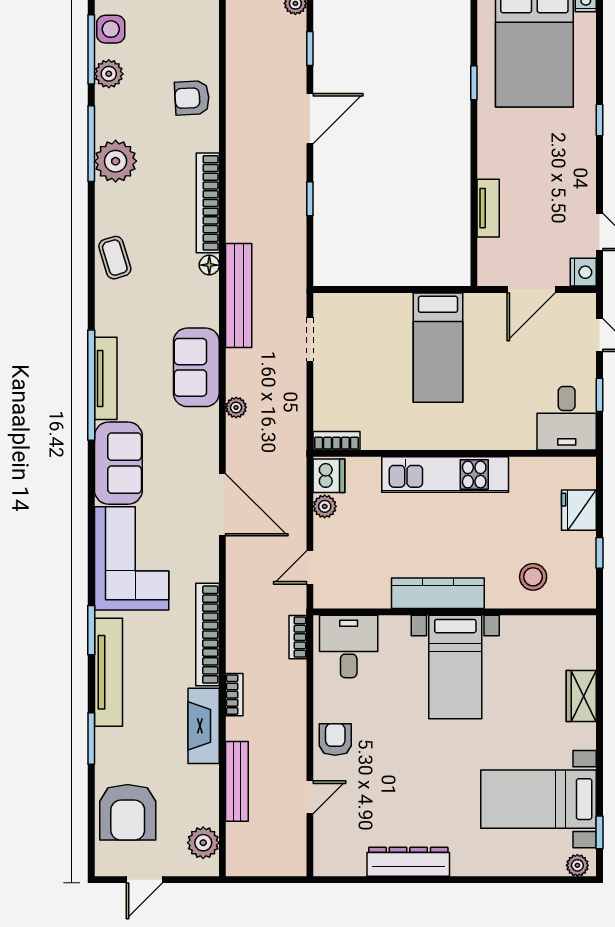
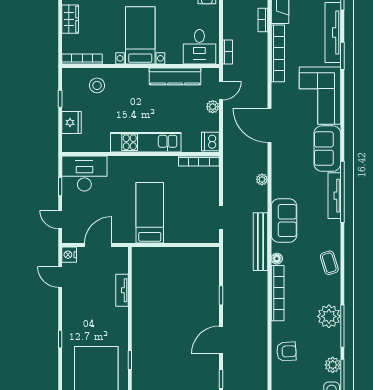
sofa: (196, 367) -> (284, 221), moved
desk: (567, 418) -> (84, 173), width x1.37
bookcase: (336, 441) -> (199, 161), width x1.56
plant: (325, 506) -> (213, 107), moved
kitchen counter: (438, 593) -> (175, 76), moved
bookcase: (560, 624) -> (82, 59), added

